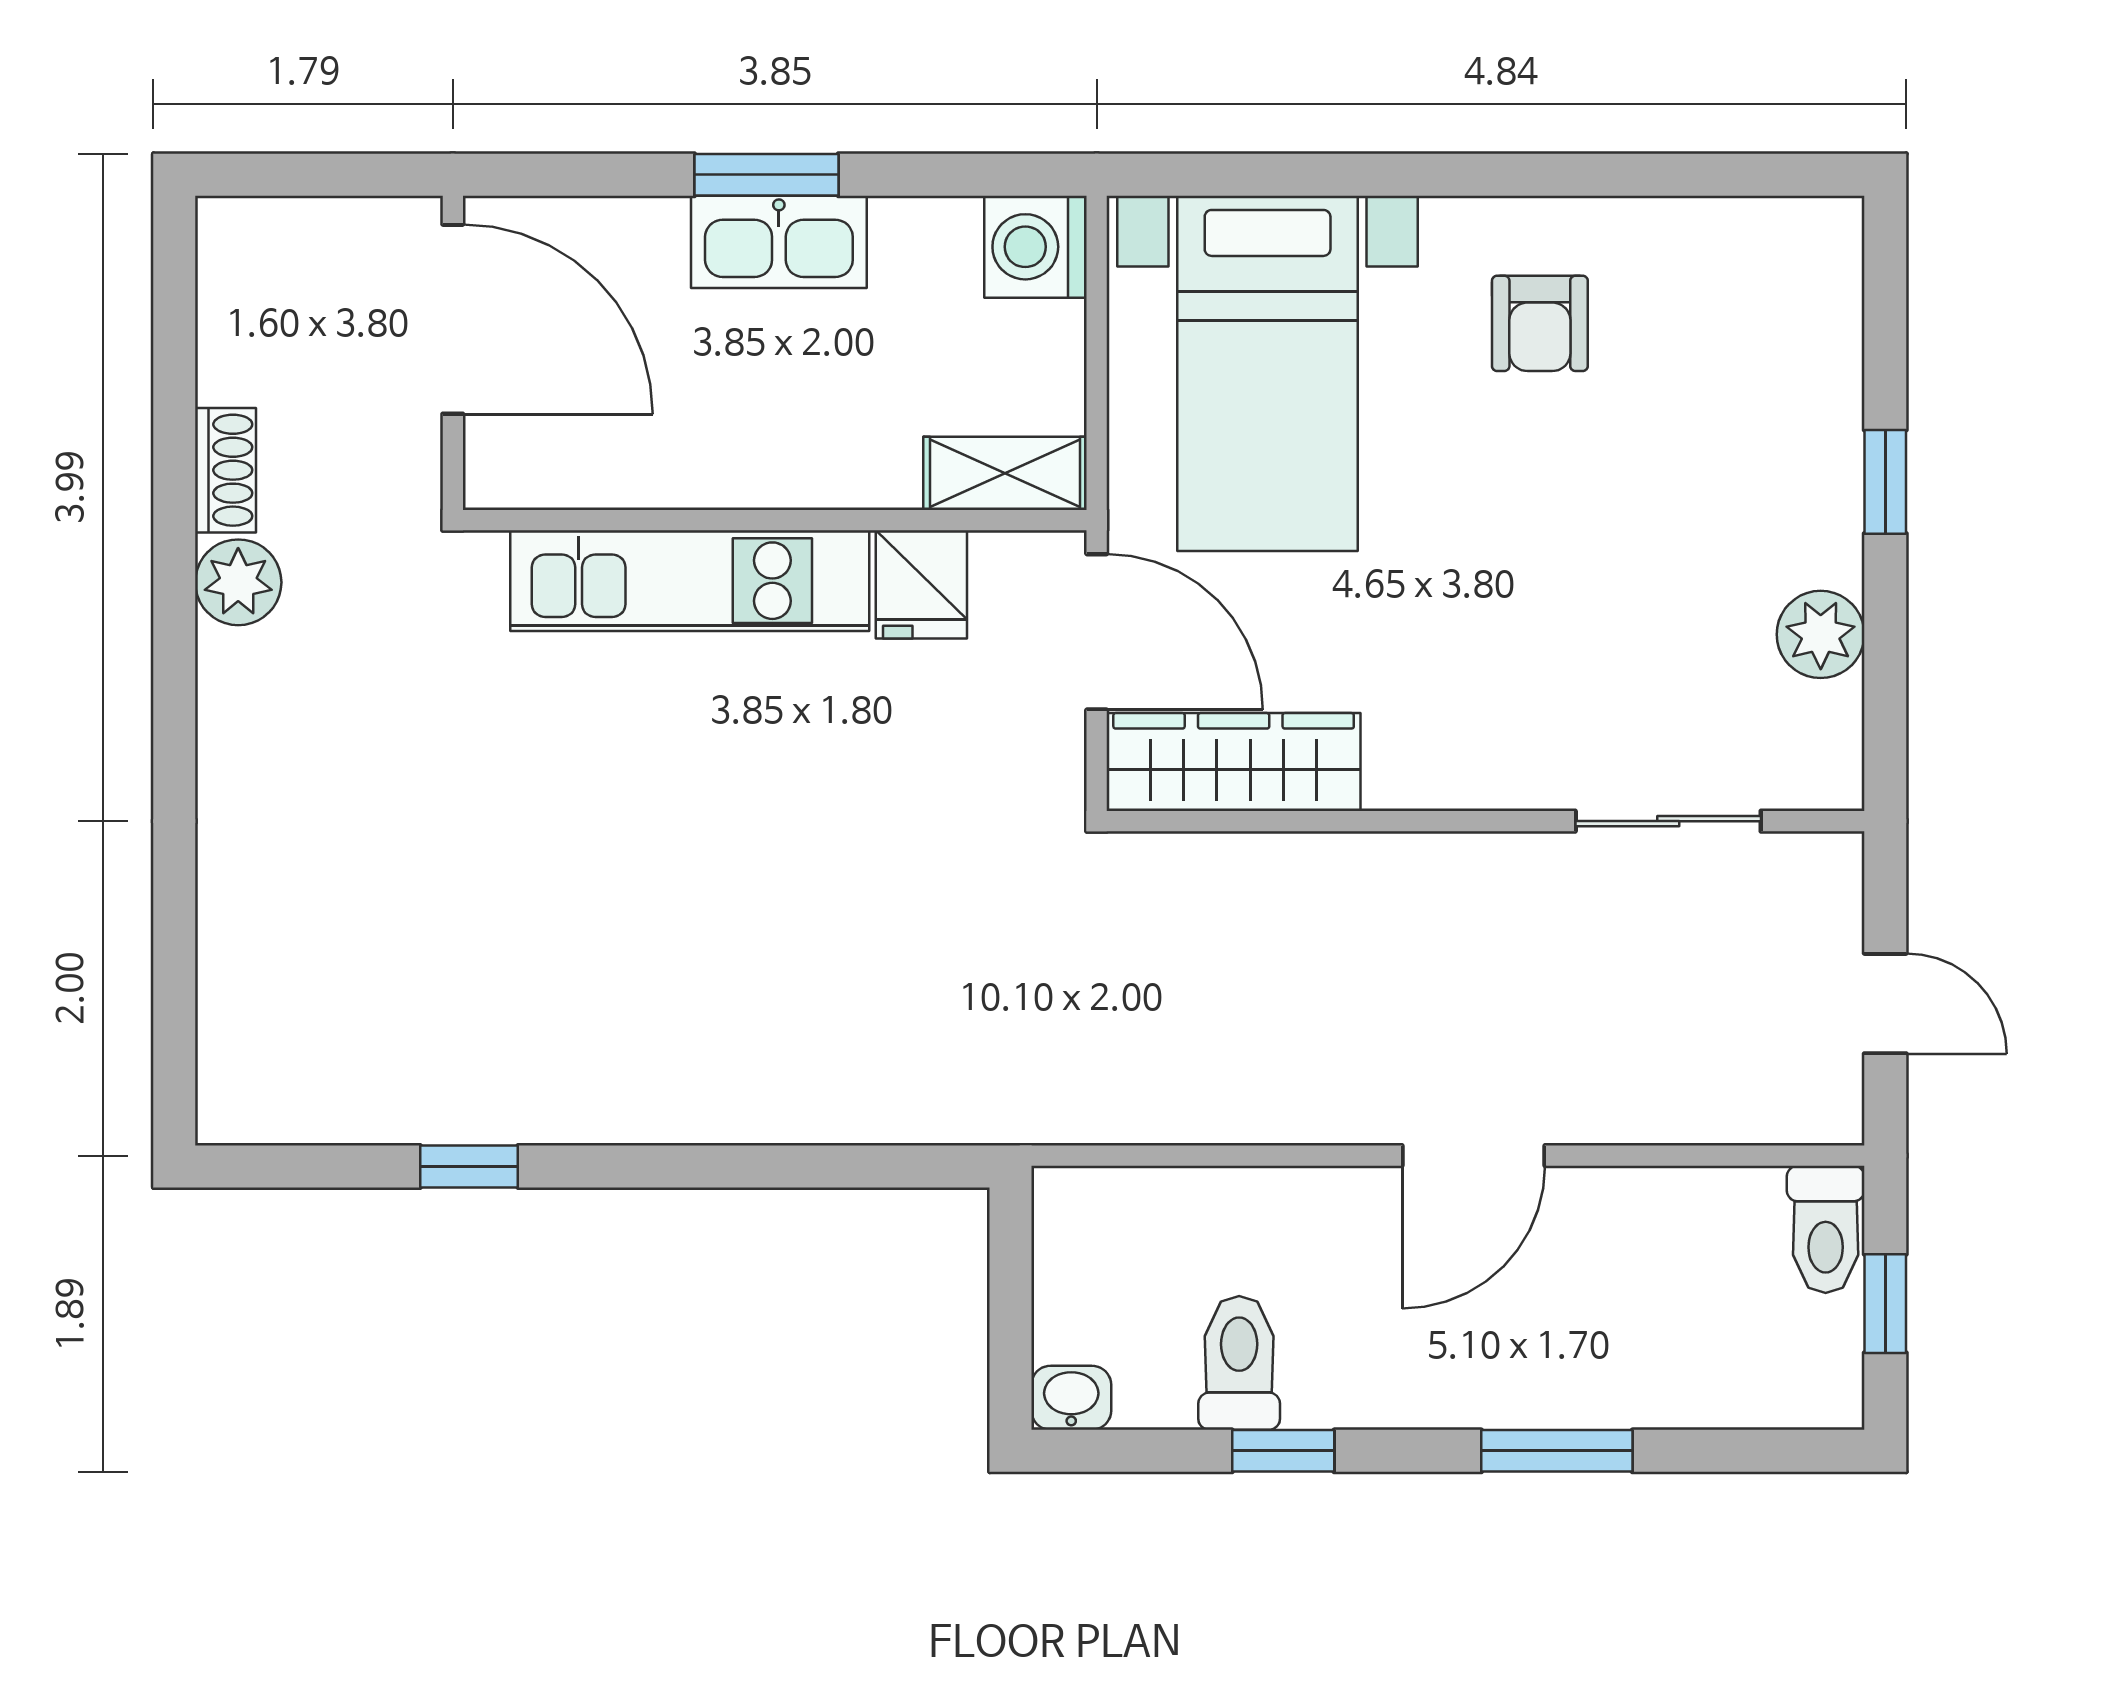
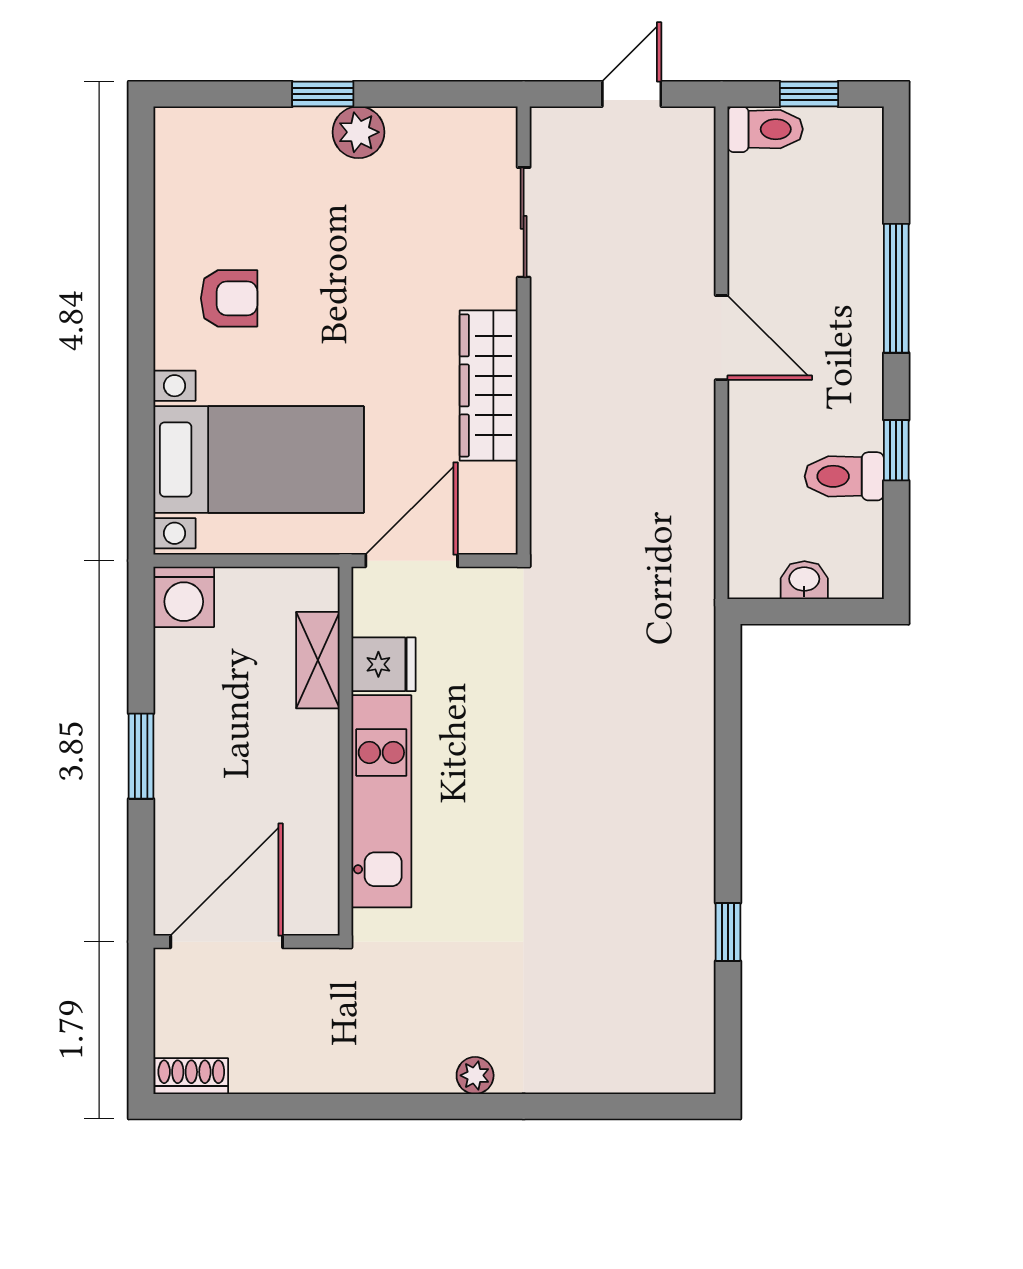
kitchen sink: (779, 242) -> (181, 749), removed
shoe rack: (226, 470) -> (191, 1076), moved
shelving: (1005, 473) -> (318, 660), moved
plant: (238, 582) -> (475, 1075), moved, width x0.73, depth x0.73
plant: (1821, 634) -> (358, 132), moved
wardrobe: (1234, 762) -> (489, 385), moved
washbasin: (1071, 1398) -> (804, 580), moved, turned 90
window: (1557, 1451) -> (896, 288), width x1.44

